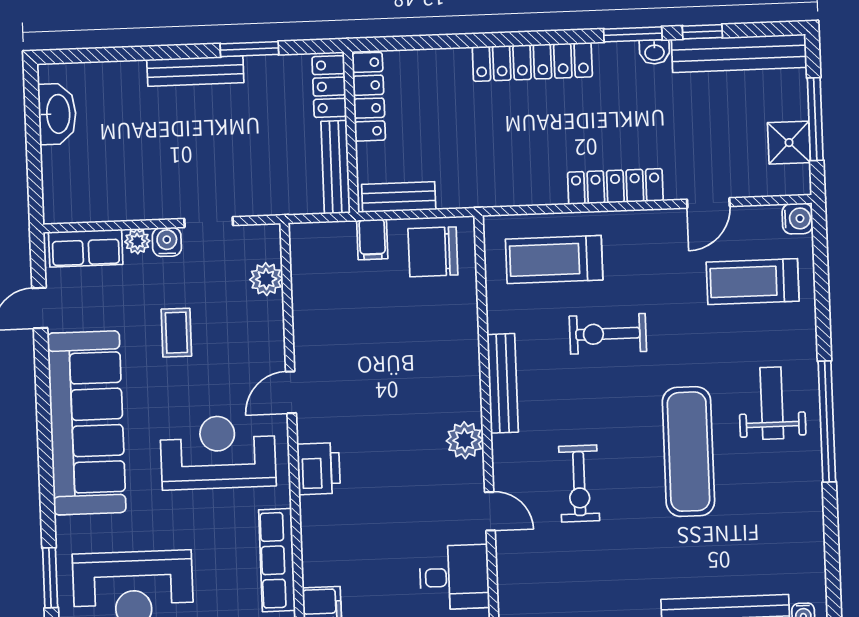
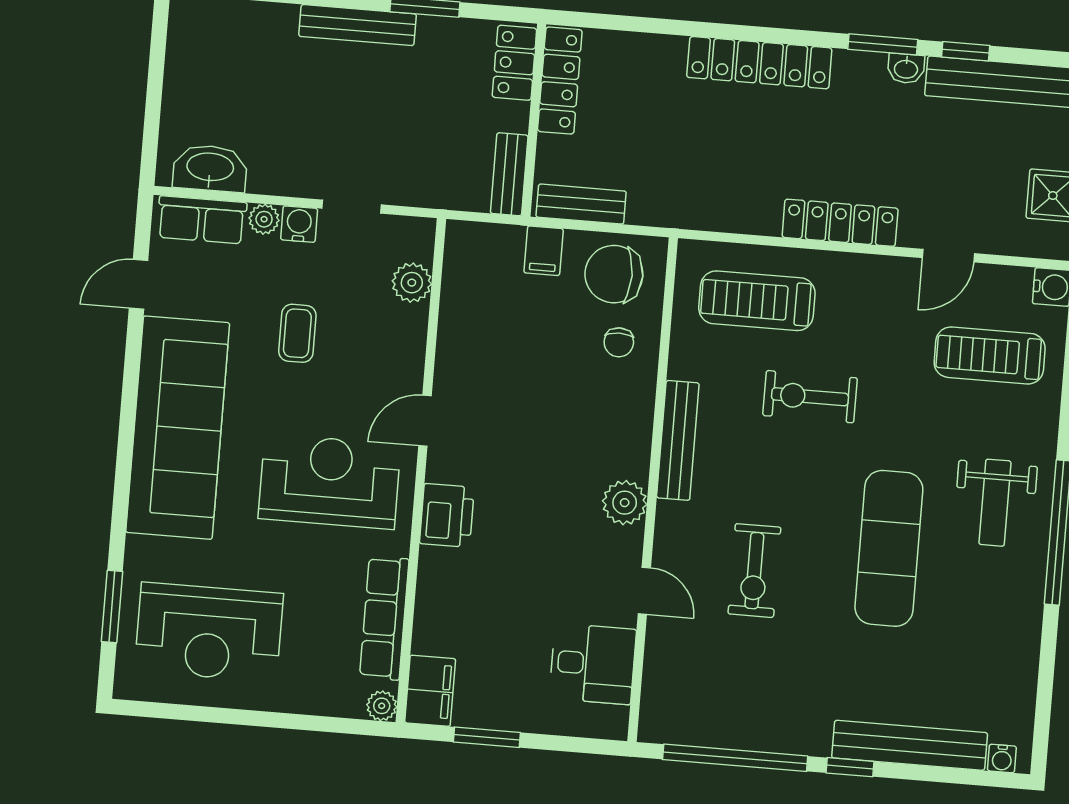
washbasin: (57, 114) -> (210, 168), moved, turned -90
bench: (336, 167) -> (509, 174), width x0.73
chair: (444, 308) -> (619, 342), added
weight bench: (772, 403) -> (995, 503), turned 180

